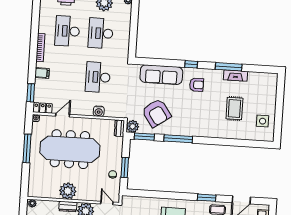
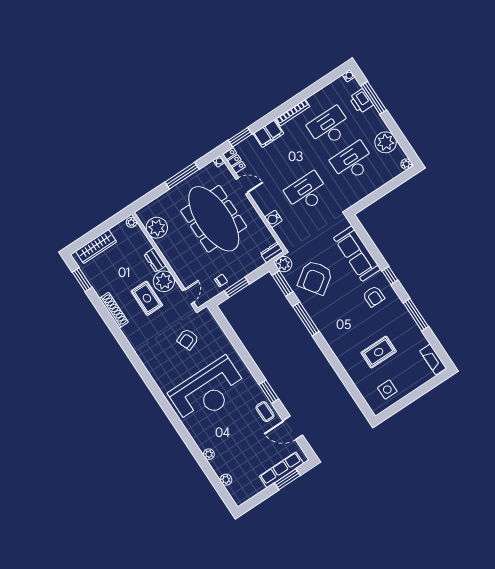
filing cabinet: (42, 73) -> (268, 134), width x2.00
fireplace: (235, 76) -> (433, 360), moved
plant: (68, 191) -> (157, 228), moved

